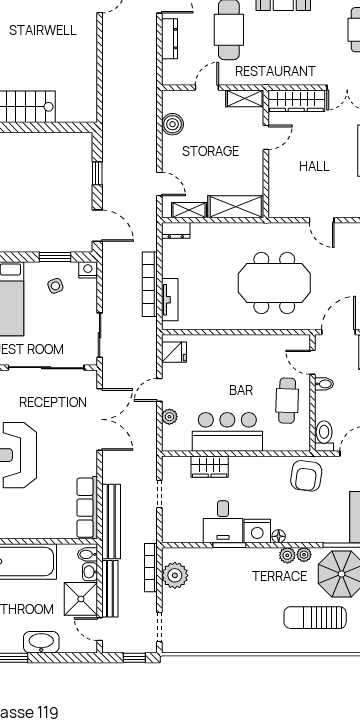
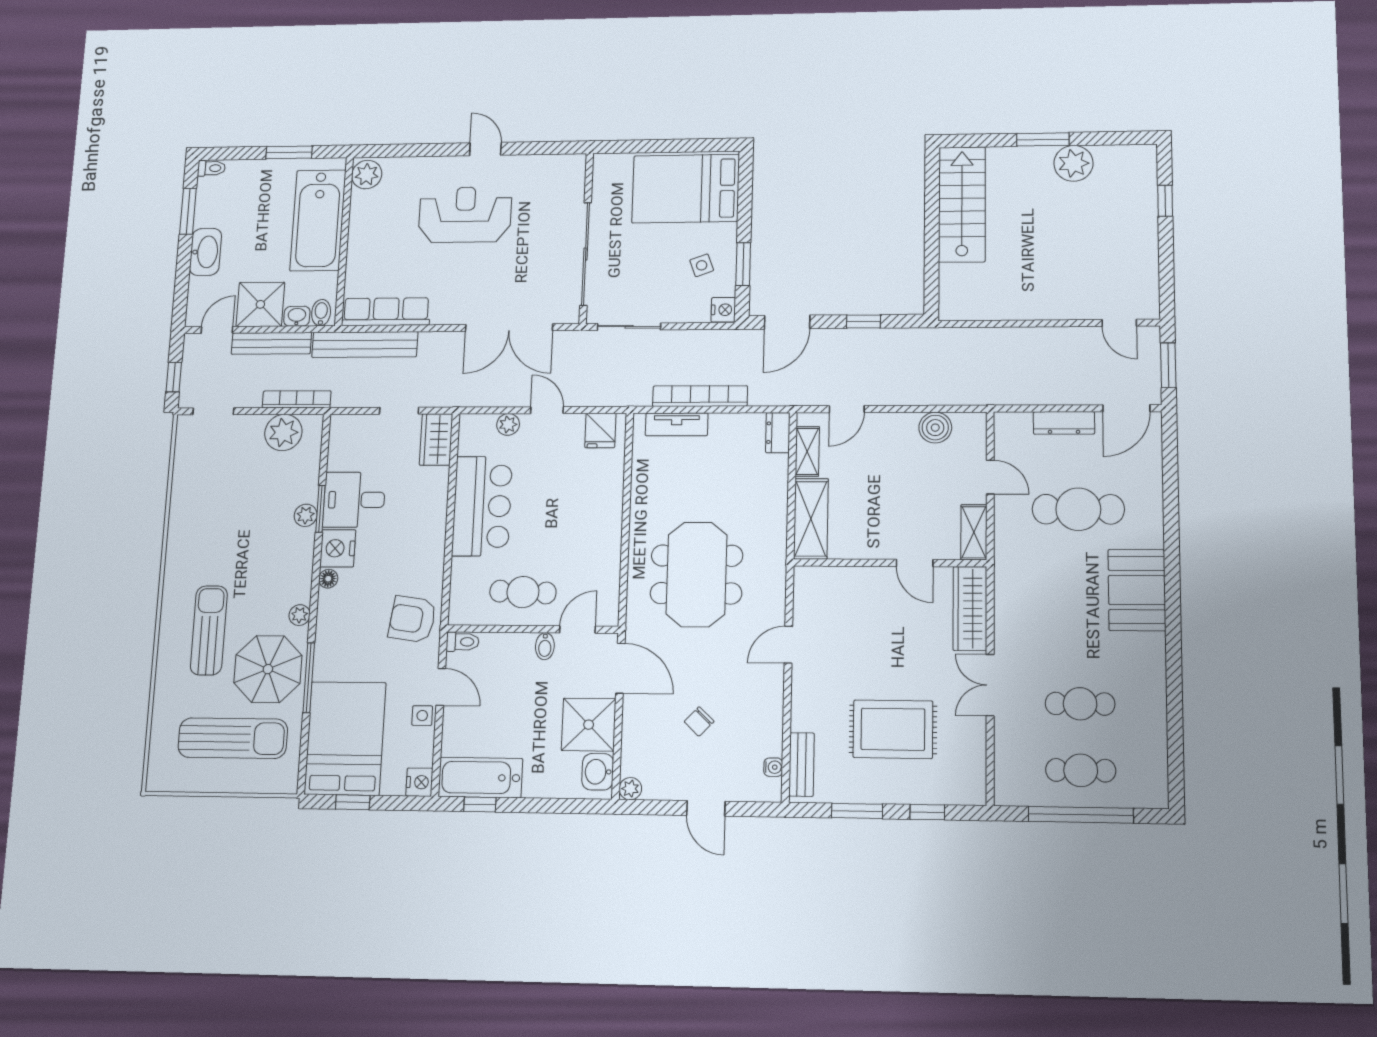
toilet: (324, 436) -> (463, 642), width x0.73, depth x0.72
wardrobe: (210, 467) -> (436, 439), moved
plant: (287, 555) -> (306, 515), moved

